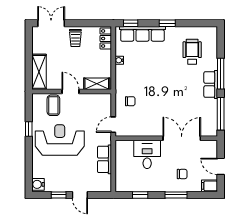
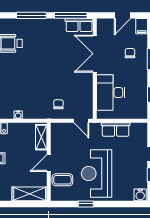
row of seats: (211, 85) -> (79, 25), moved
desk: (147, 154) -> (111, 93), width x1.37

